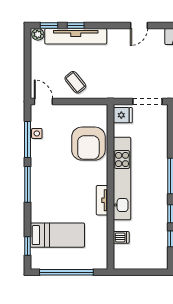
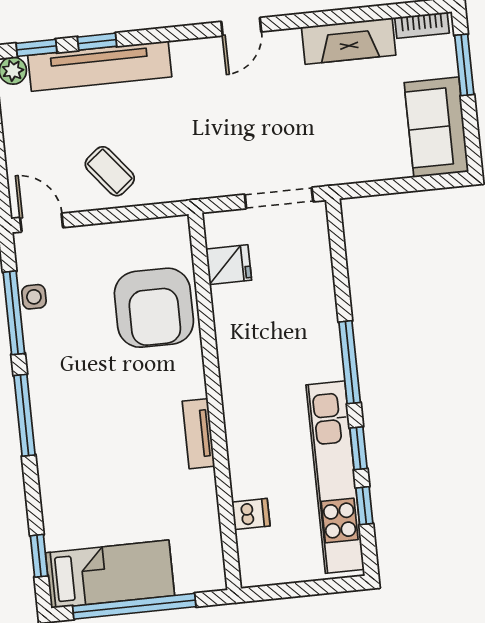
fridge: (123, 115) -> (229, 265), moved
kitchen unit: (122, 179) -> (335, 477), moved, turned 180
bed: (57, 235) -> (110, 574), moved

